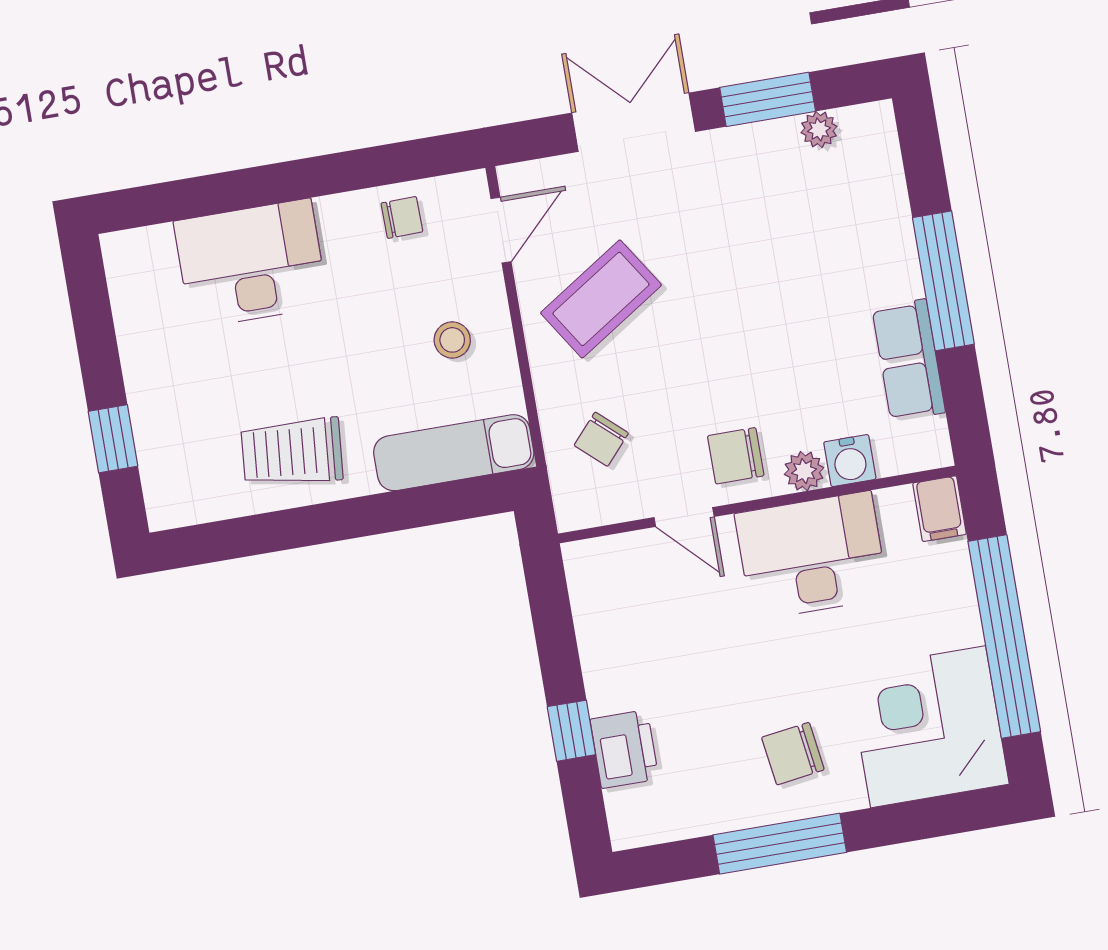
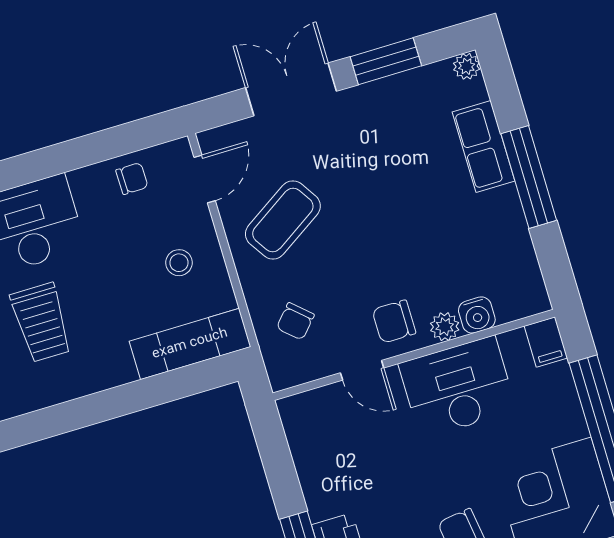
plant: (819, 130) -> (467, 66), moved
row of seats: (909, 360) -> (483, 147), moved
trolley: (292, 452) -> (41, 322), moved, turned -95

